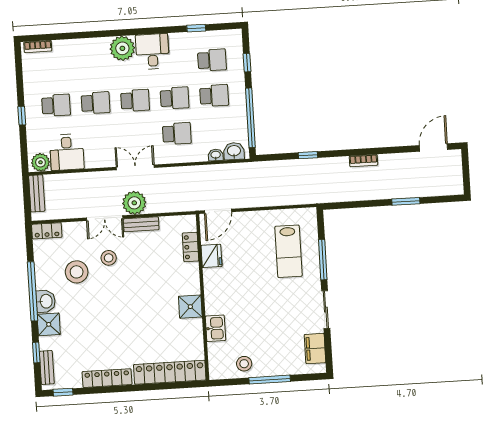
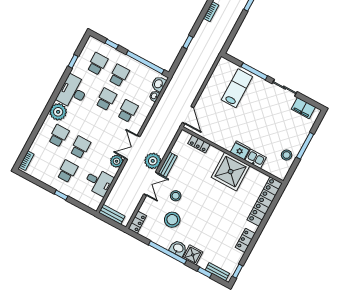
desk: (152, 51) -> (73, 92), width x1.37
school desk: (135, 100) -> (59, 136), moved
plant: (40, 162) -> (117, 161), moved
lab bench: (289, 251) -> (237, 88), turned -90
fridge: (211, 256) -> (240, 150), moved
shower: (190, 307) -> (231, 172), width x1.86, depth x1.86
locker: (107, 378) -> (245, 240), width x0.66

